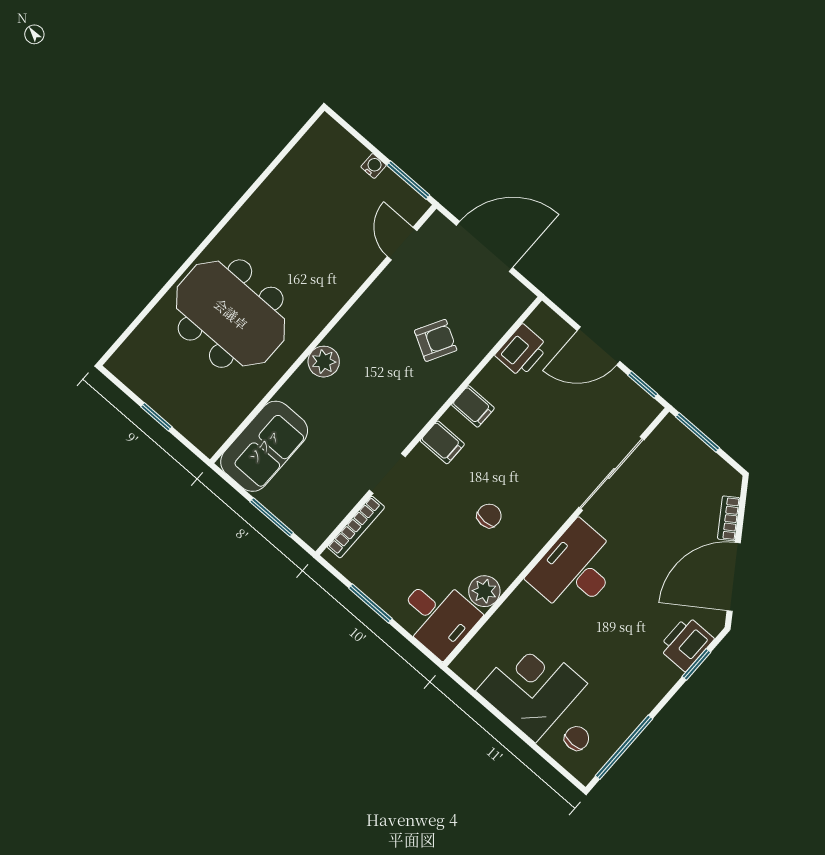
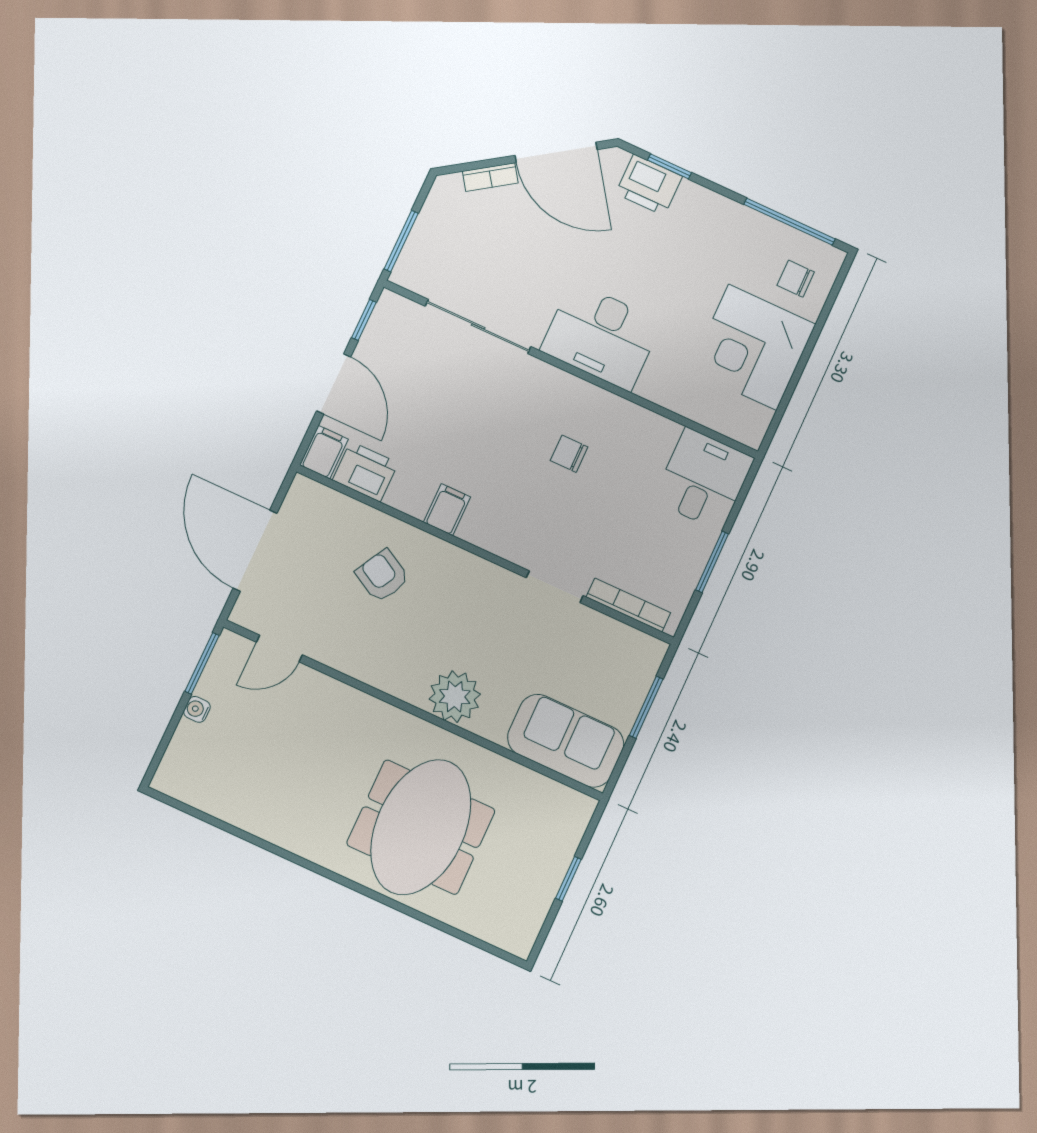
plant: (324, 362) -> (455, 697), width x1.36, depth x1.36
filing cabinet: (442, 442) -> (324, 452), moved
plant: (484, 591) -> (658, 434), removed

